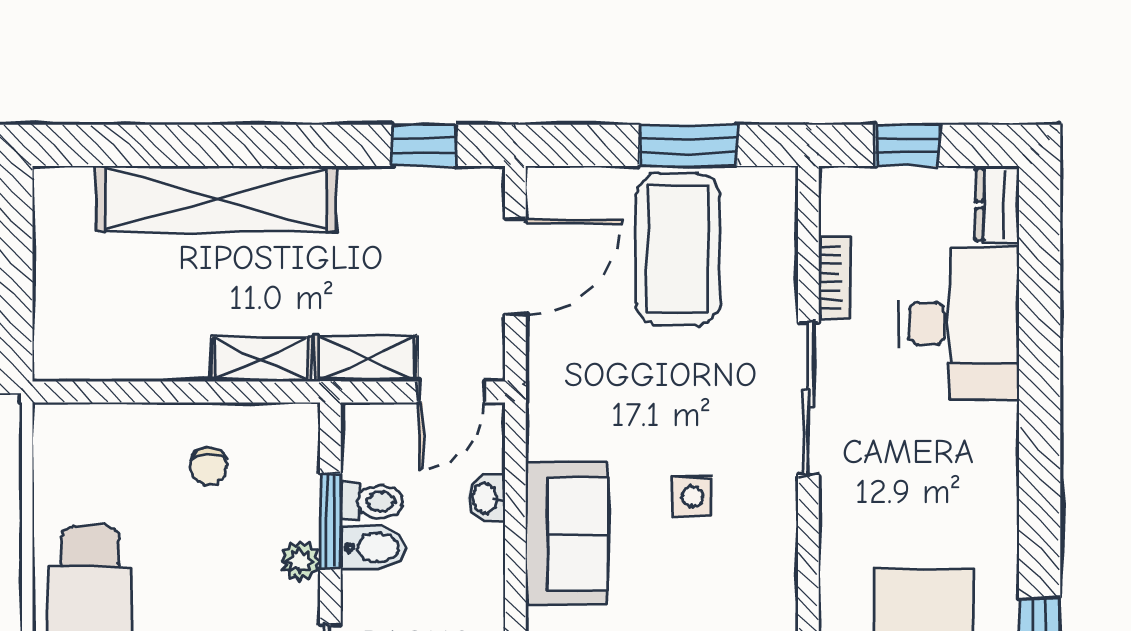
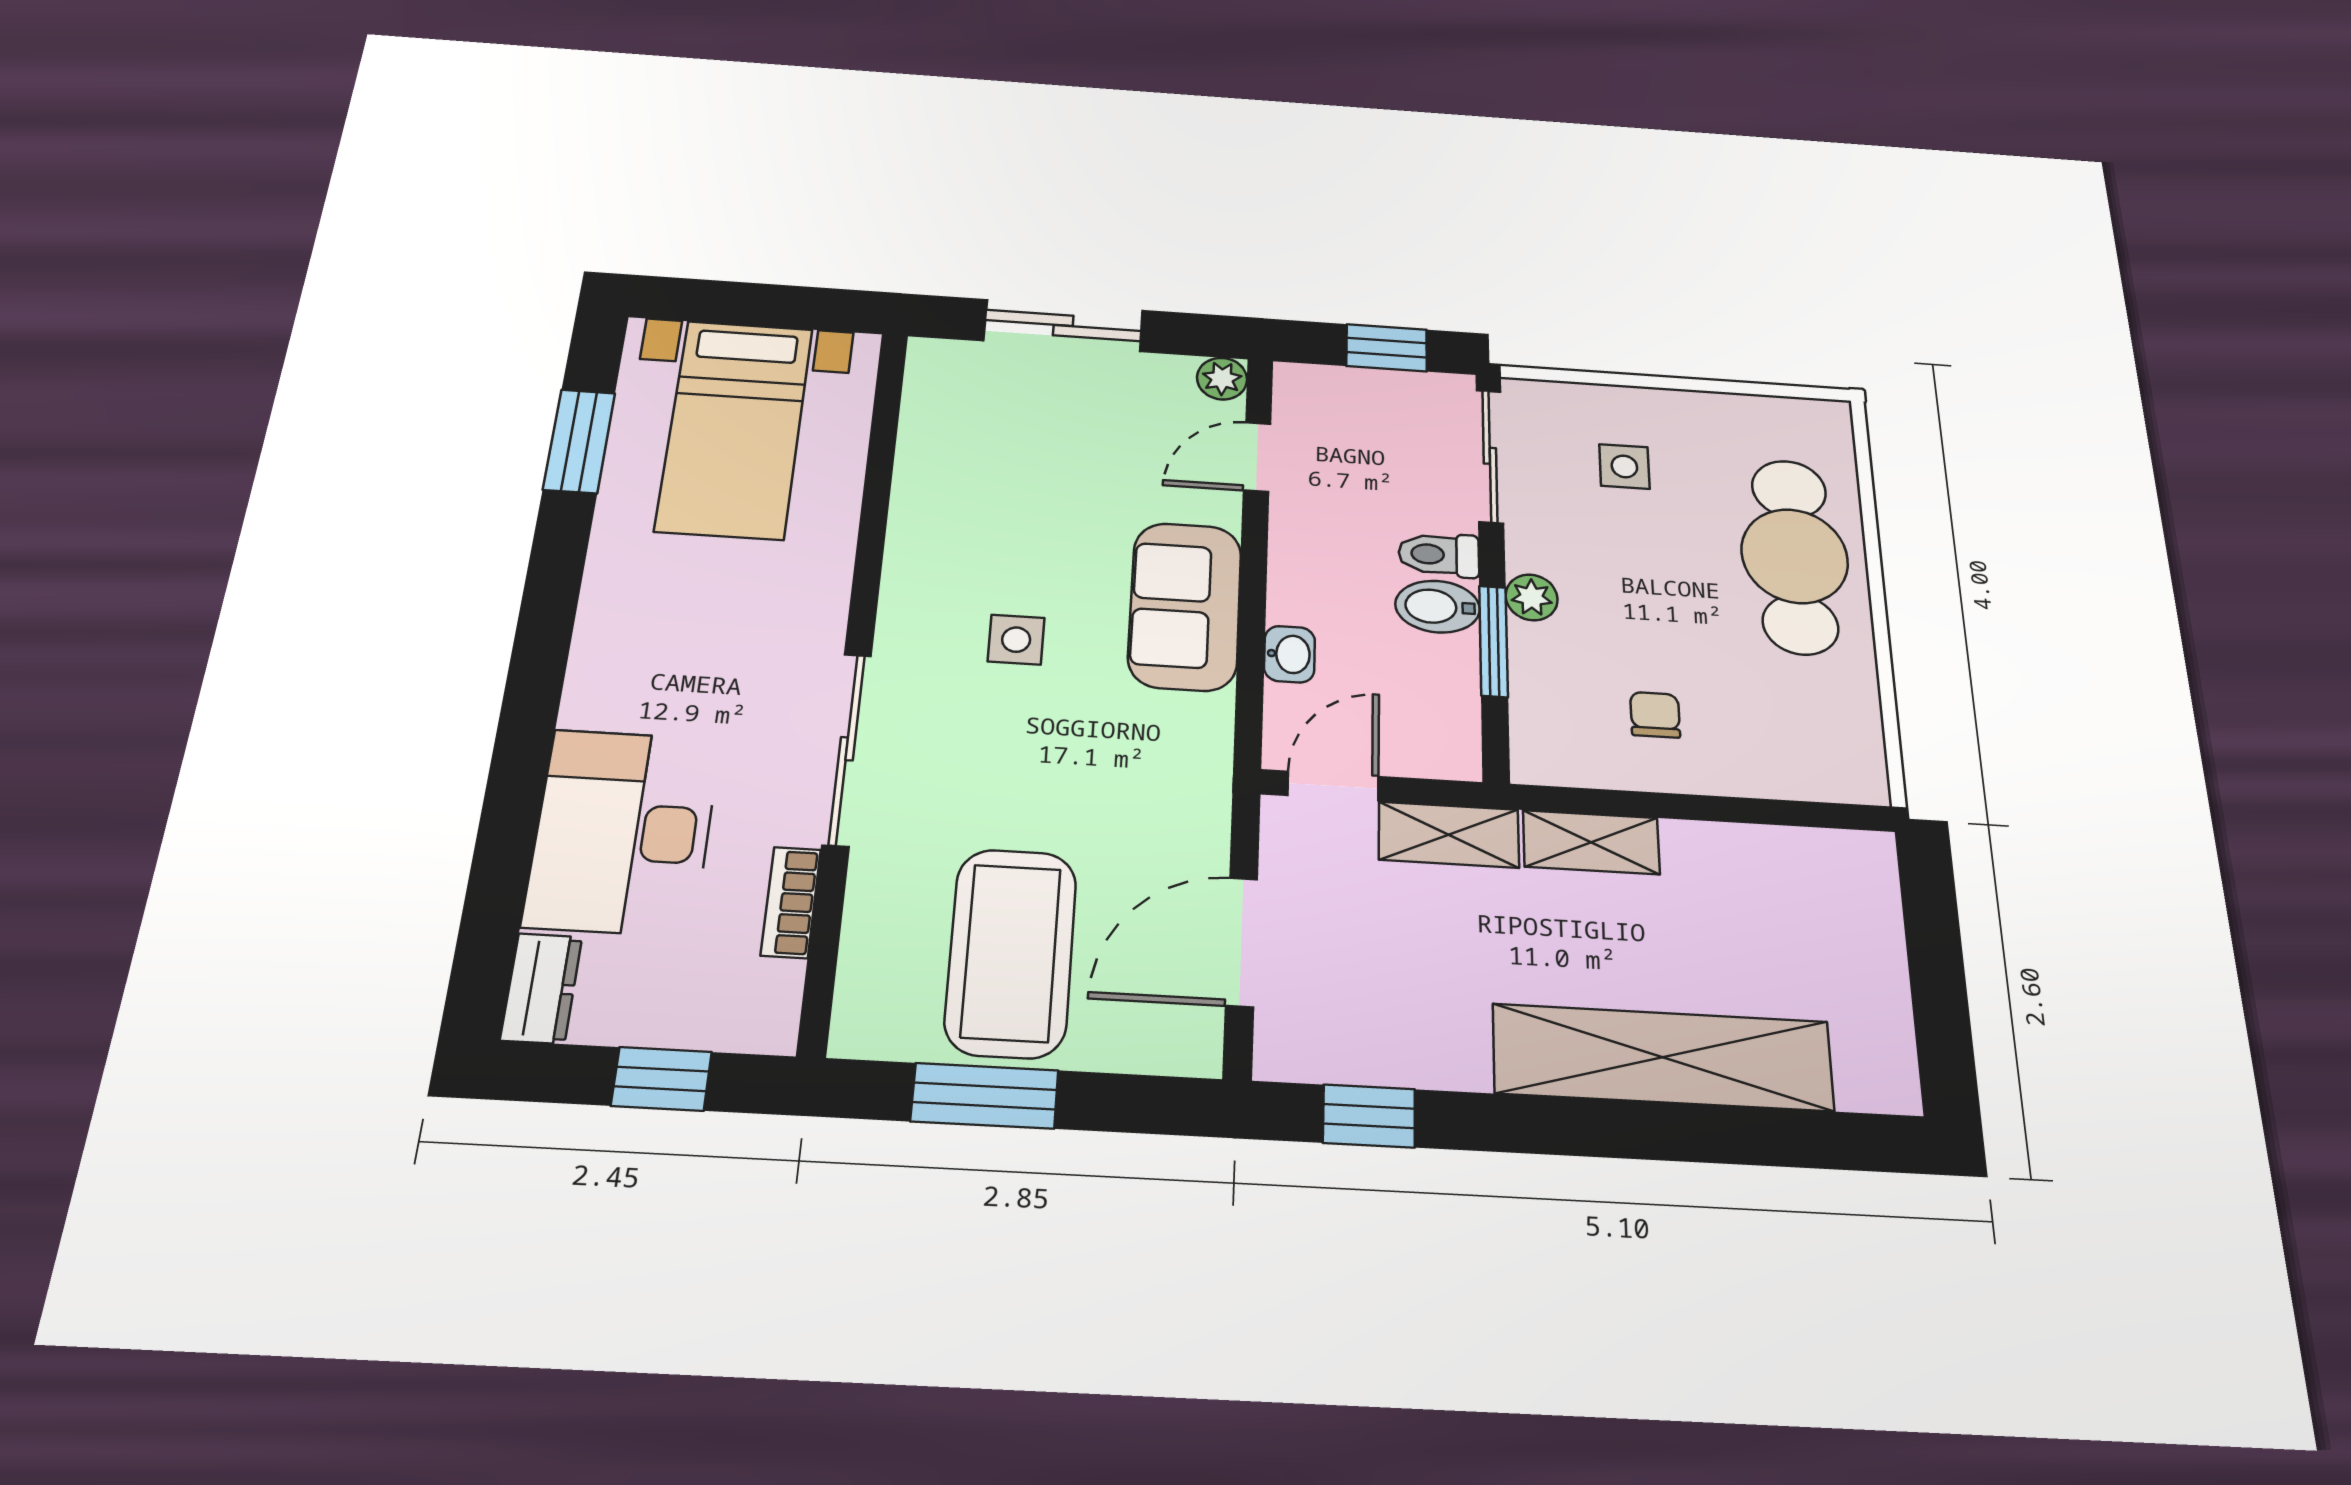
toilet: (372, 502) -> (1439, 555), moved

